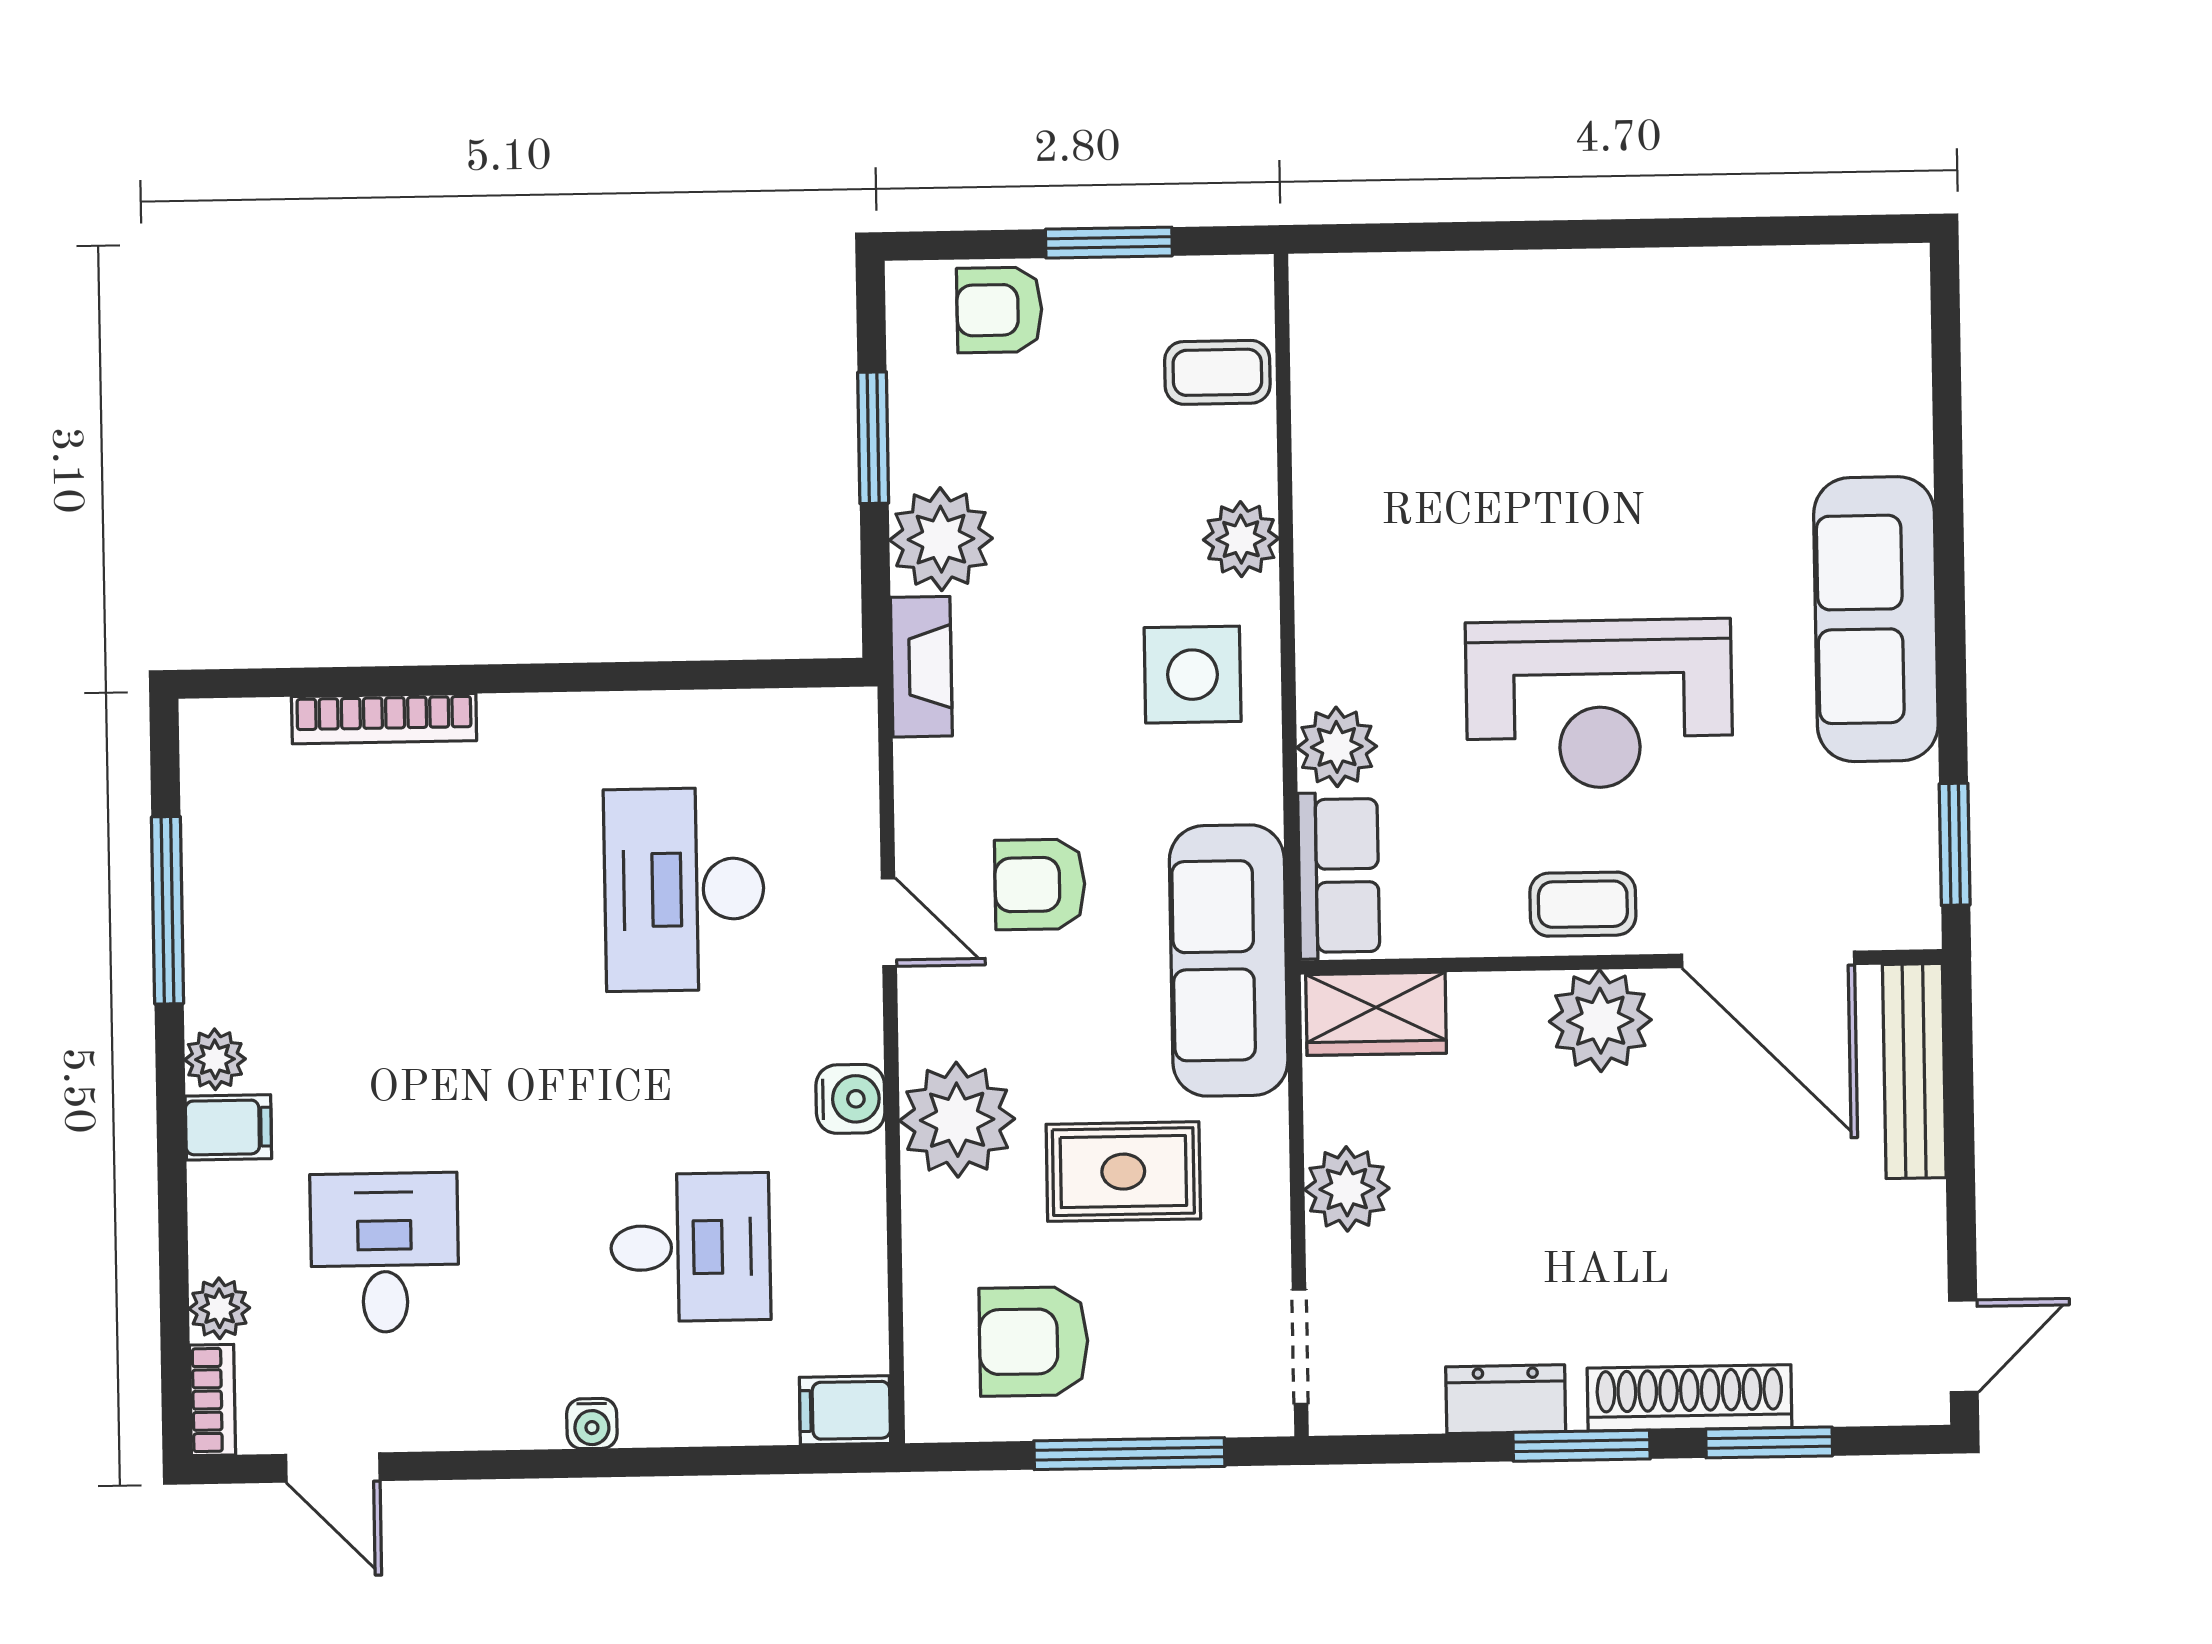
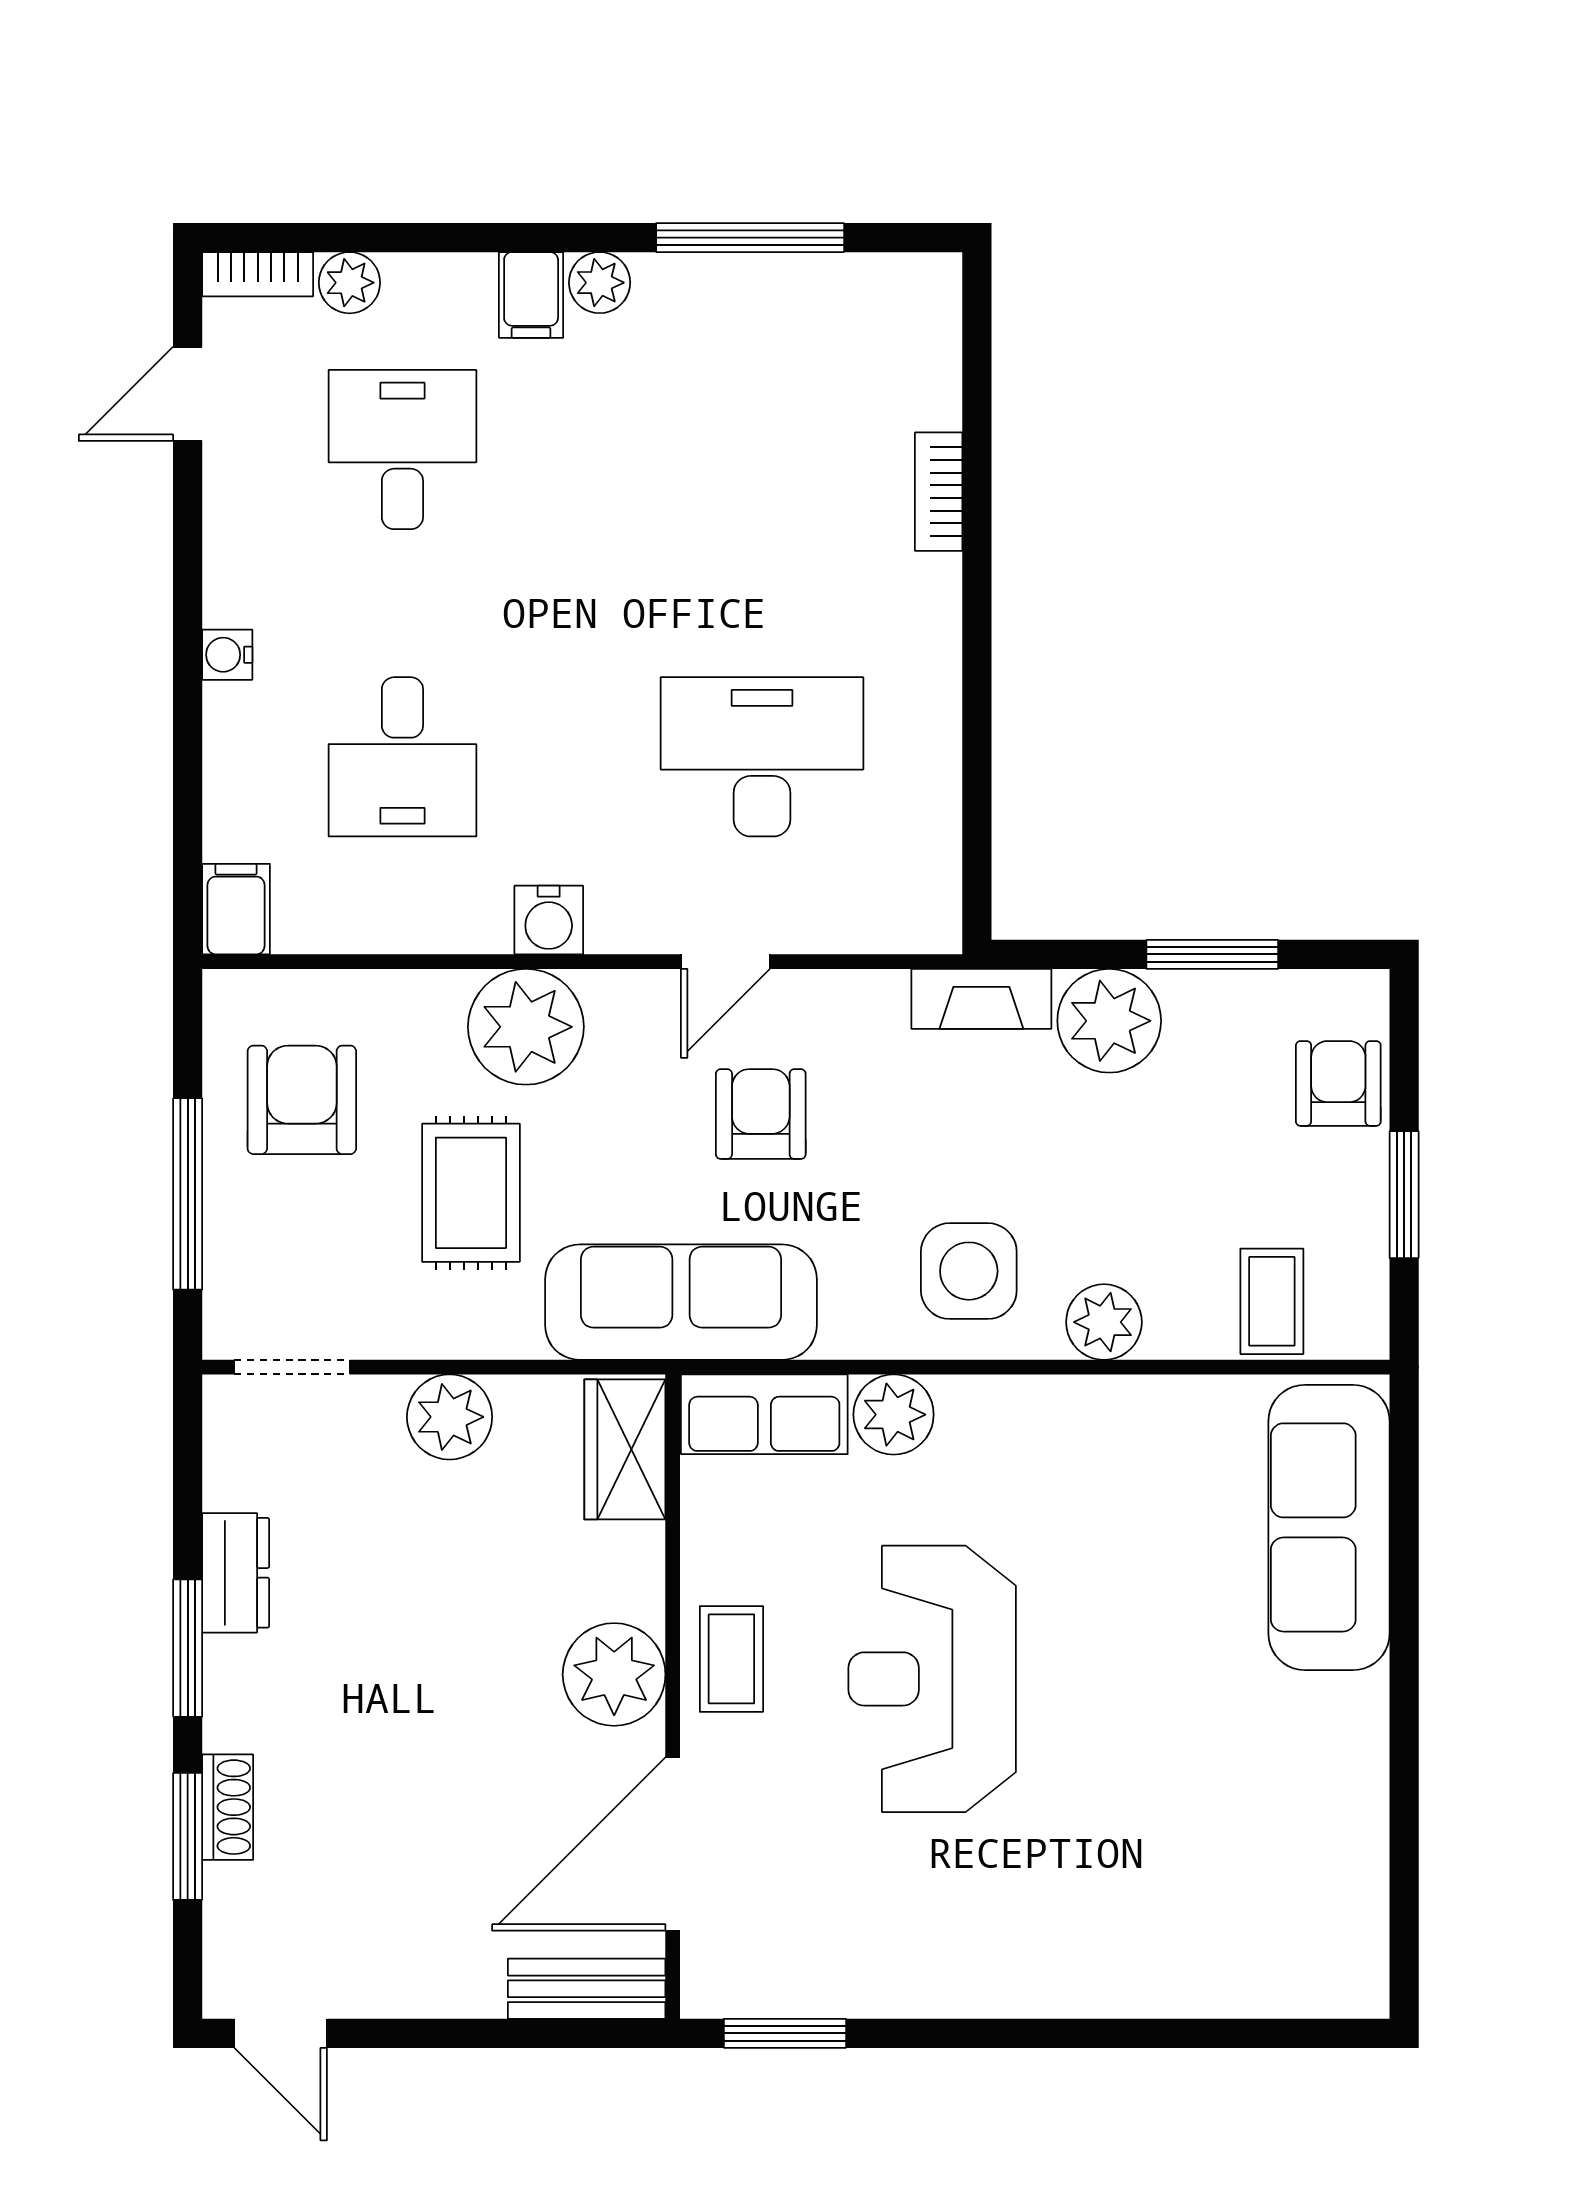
sofa: (1876, 619) -> (1329, 1527), moved, turned -90
bookcase: (384, 719) -> (939, 492), width x0.64
bench: (1914, 1071) -> (587, 1989), width x0.73
desk: (385, 1253) -> (402, 450), turned -90
shoe rack: (1689, 1398) -> (228, 1807), width x0.51, depth x0.81

